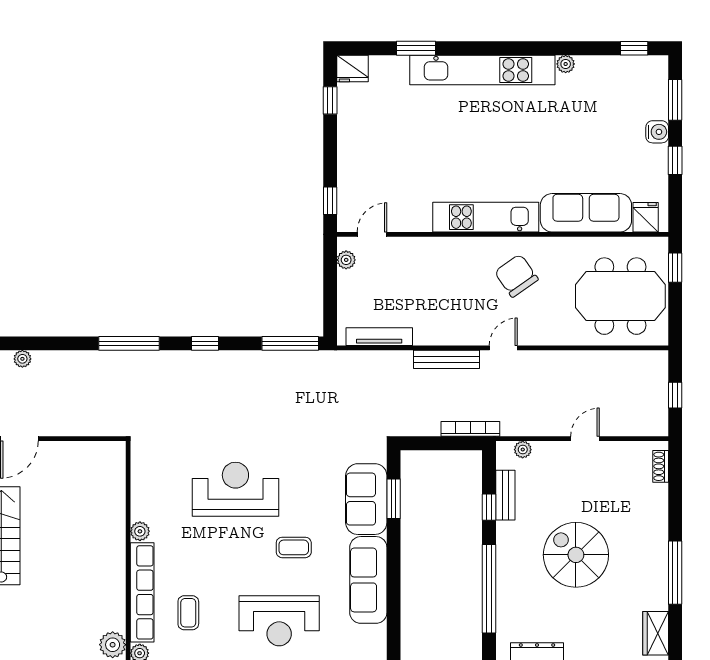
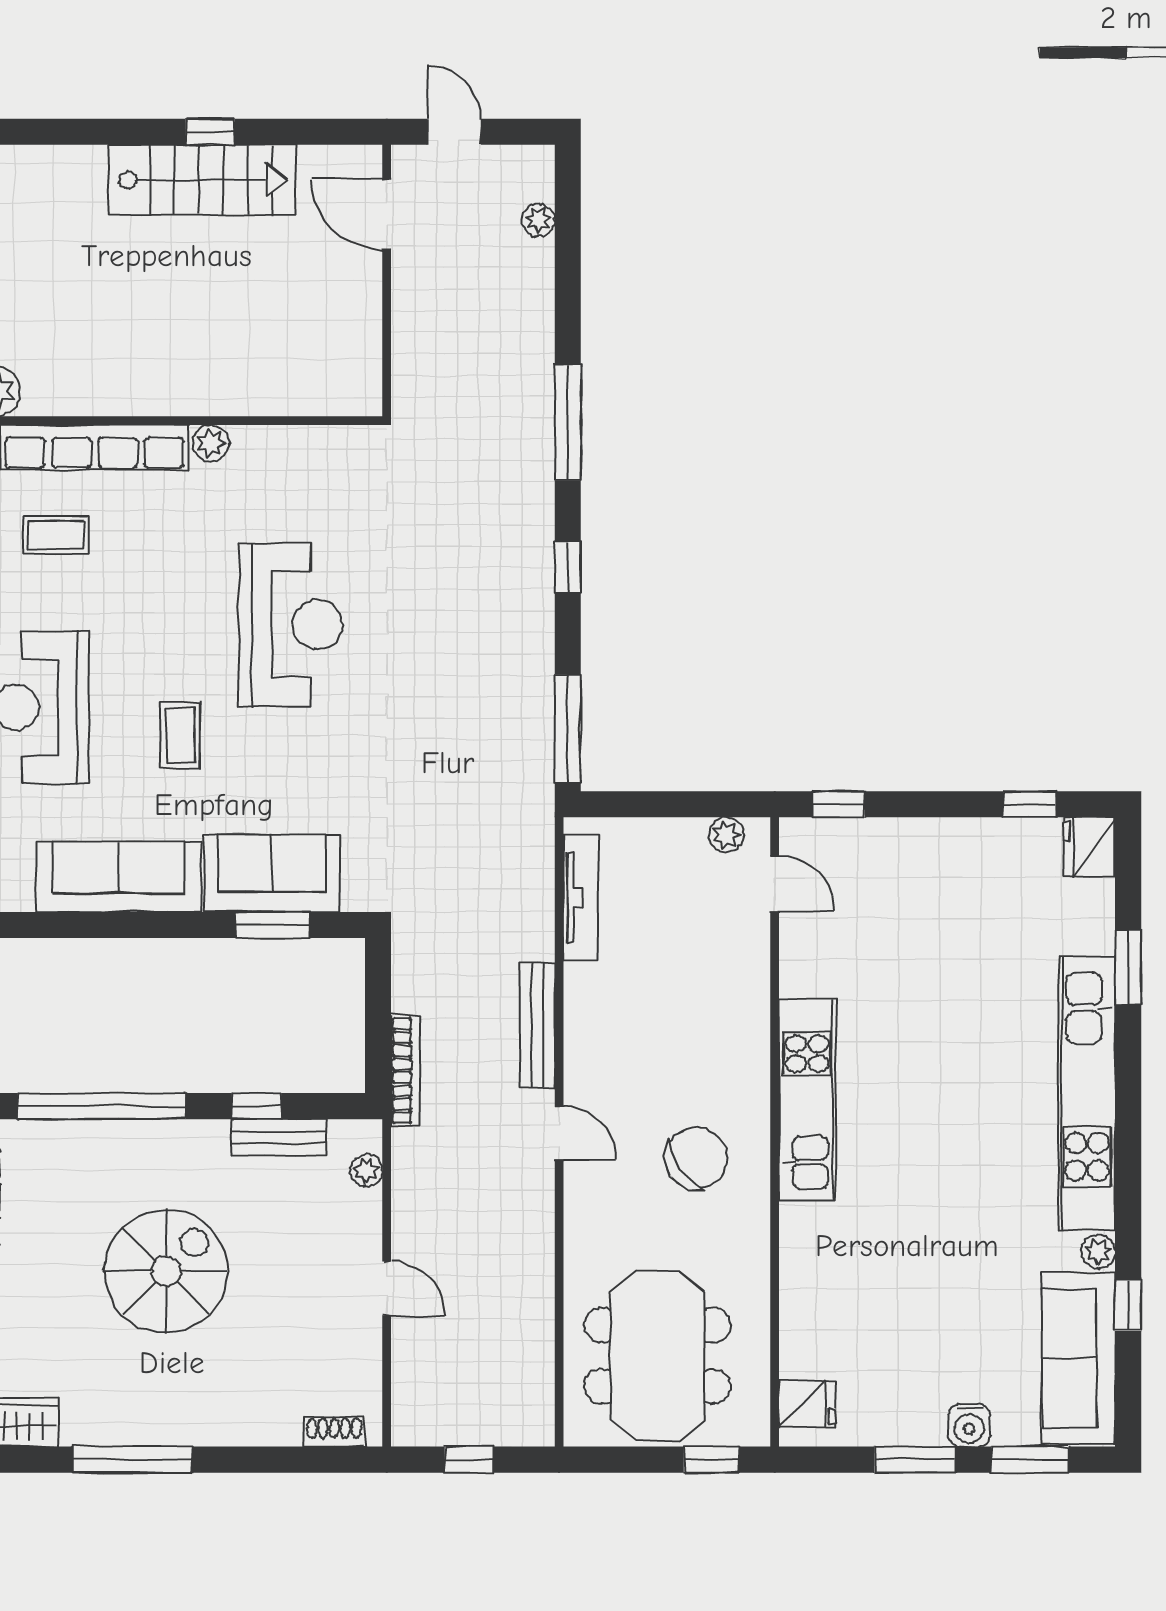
window: (634, 48) -> (1128, 1305), moved
window: (675, 160) -> (915, 1460), width x1.50
sofa: (586, 213) -> (1079, 1358), moved, turned 180

